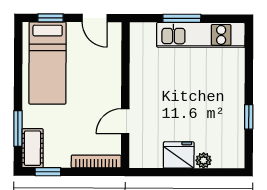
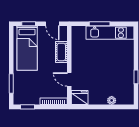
door: (125, 121) -> (69, 79), hinge flipped
cot: (32, 148) -> (61, 52), moved
fridge: (179, 155) -> (80, 98), moved

